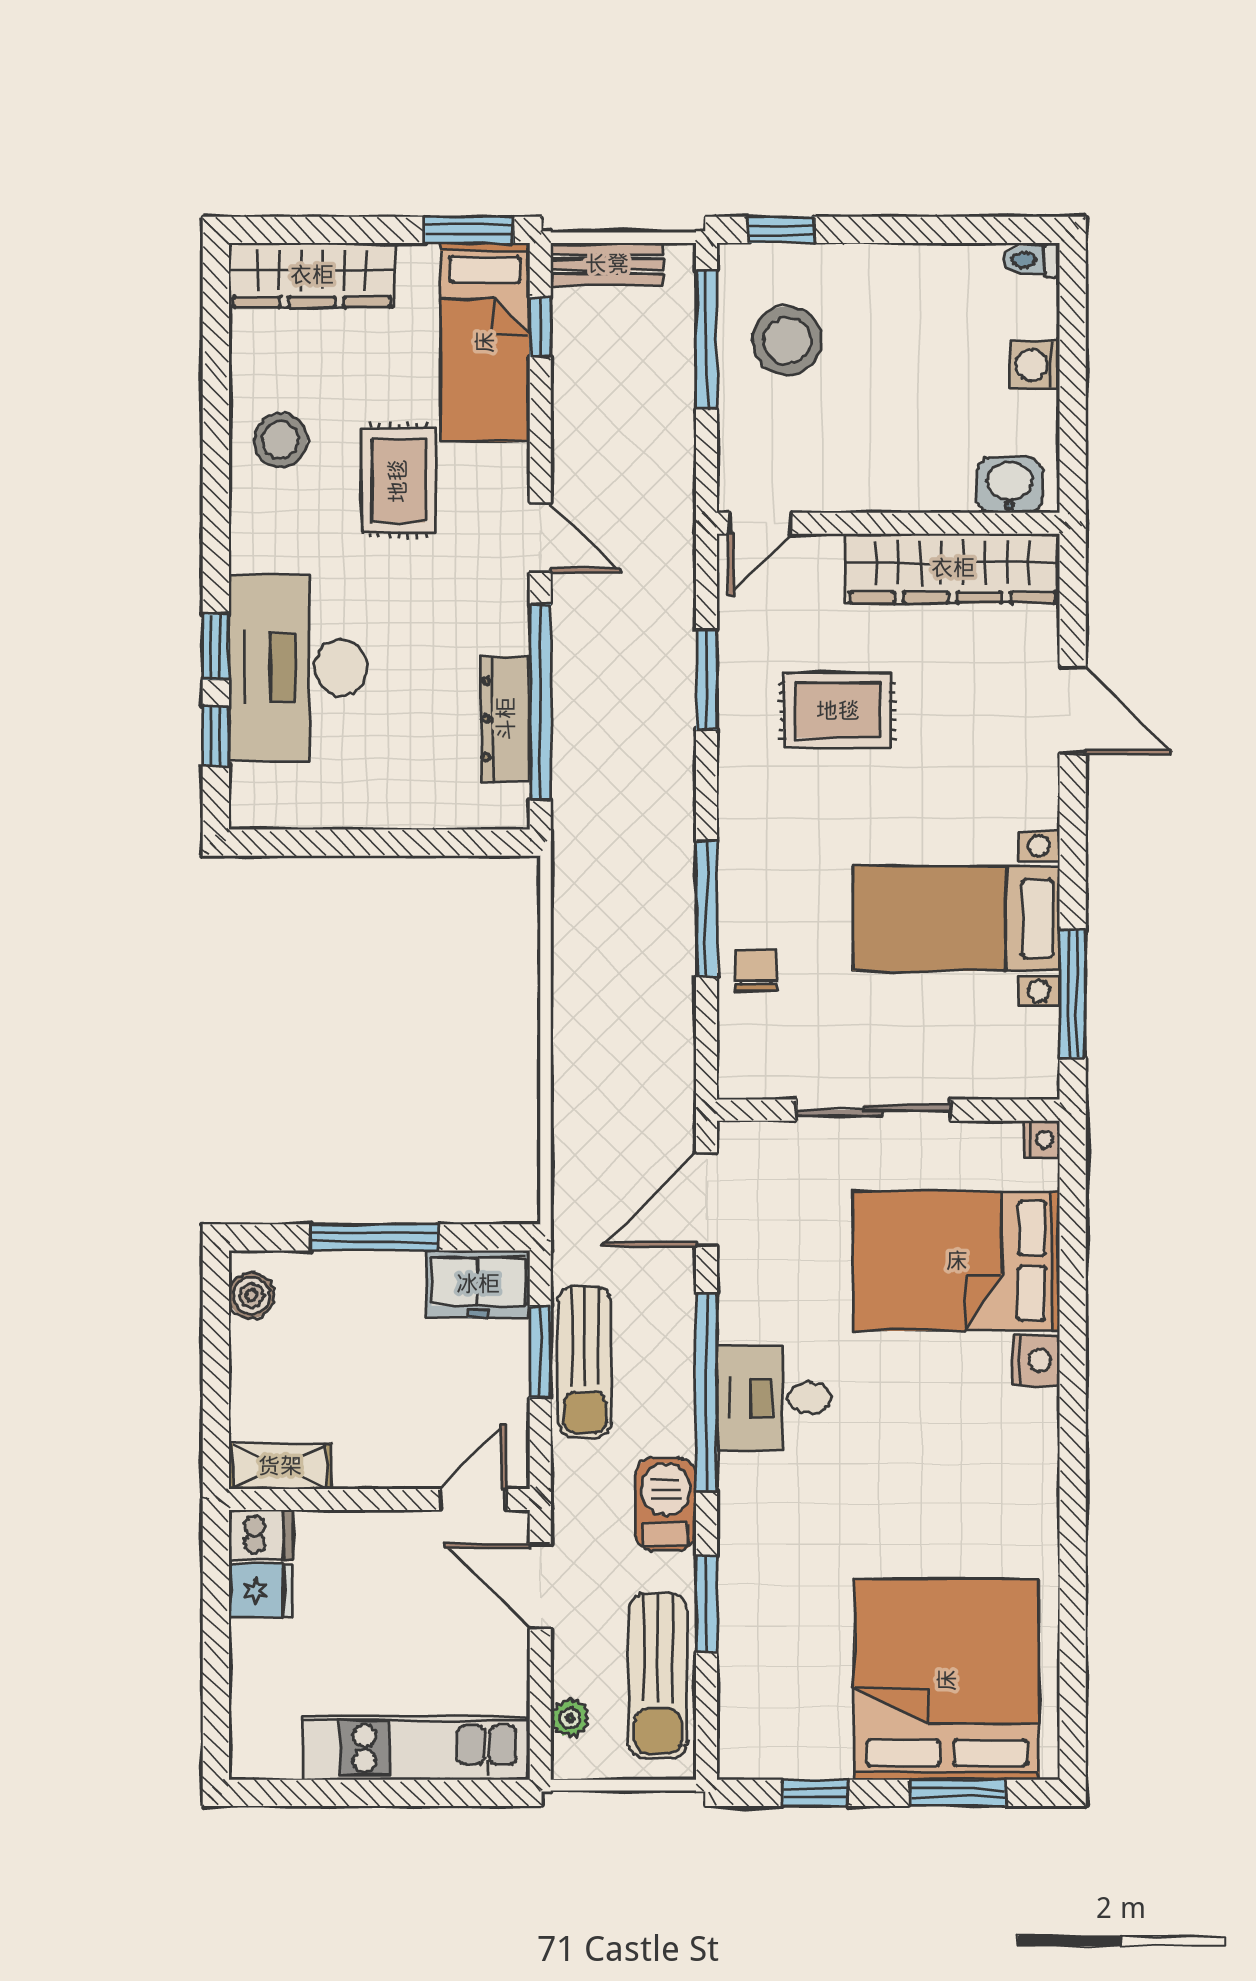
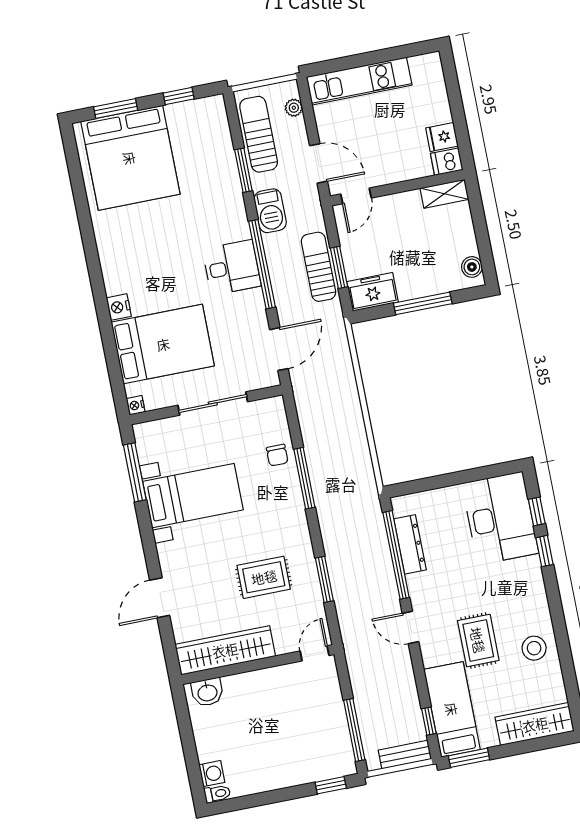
stool: (787, 341) -> (318, 737), removed
washing machine: (1035, 365) -> (212, 774), moved
desk: (298, 667) -> (500, 518), moved
door: (1073, 711) -> (160, 598), hinge flipped

